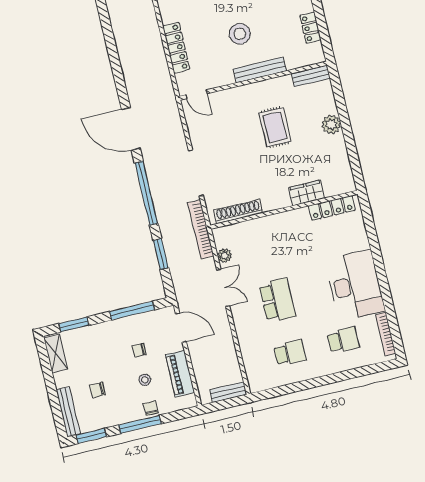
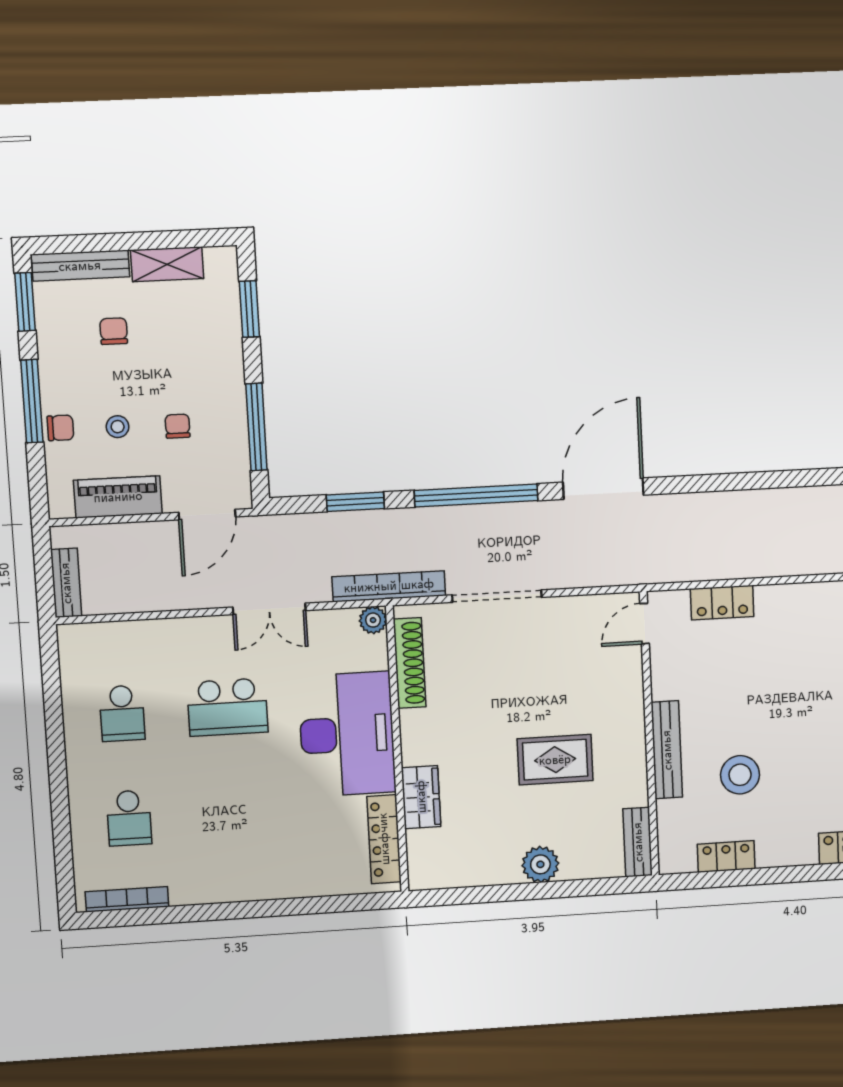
stool: (240, 34) -> (740, 775), moved
locker: (176, 48) -> (722, 603), width x0.66
plant: (225, 256) -> (373, 620), moved
desk: (355, 285) -> (347, 734), moved, turned -90
shelving: (56, 354) -> (167, 264), moved

